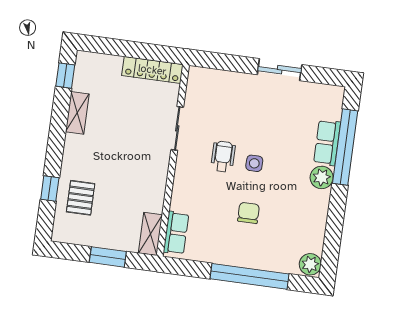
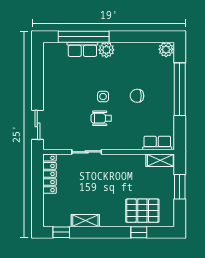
sliding door: (280, 70) -> (37, 125), moved
pallet: (81, 198) -> (142, 211), width x1.50, depth x1.42

